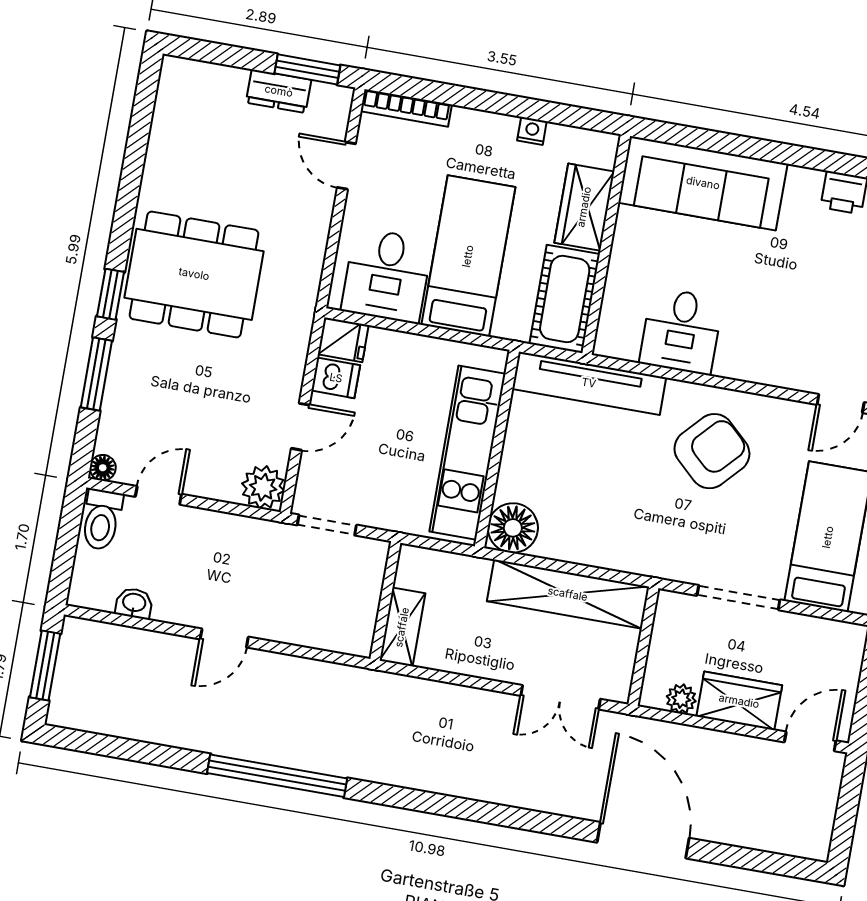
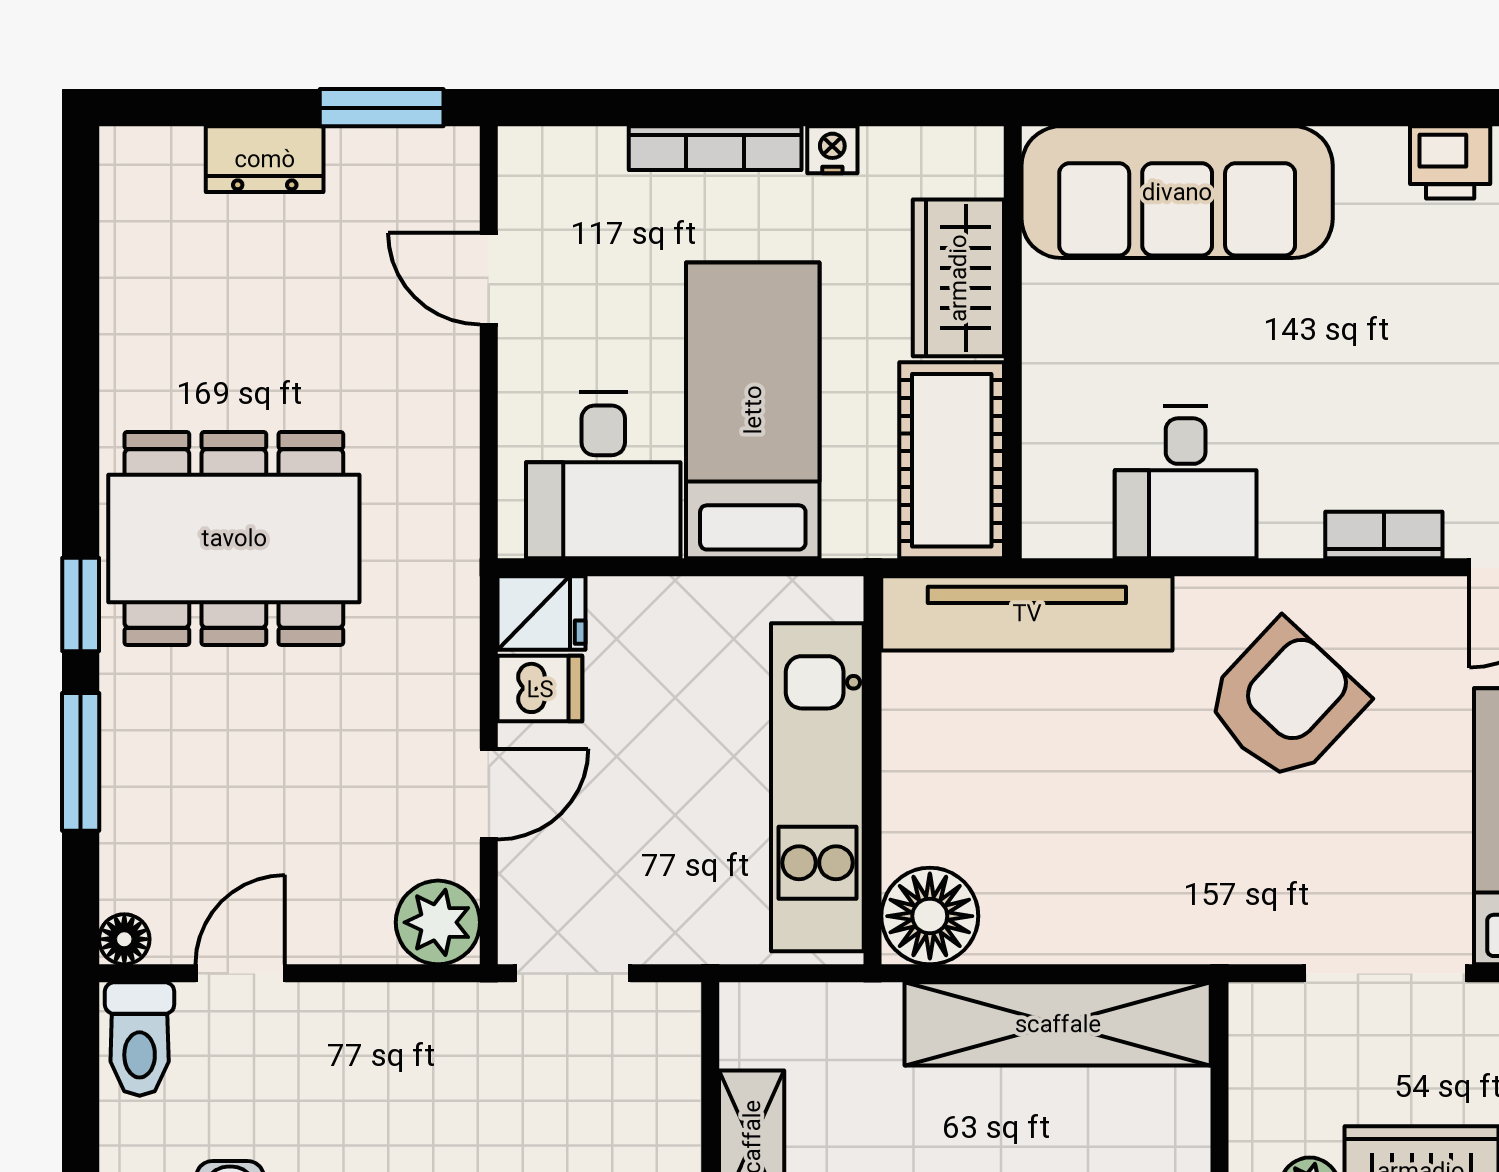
dresser: (279, 91) -> (265, 159), moved
bookcase: (406, 108) -> (715, 148), moved
bookcase: (777, 375) -> (1384, 535), added

